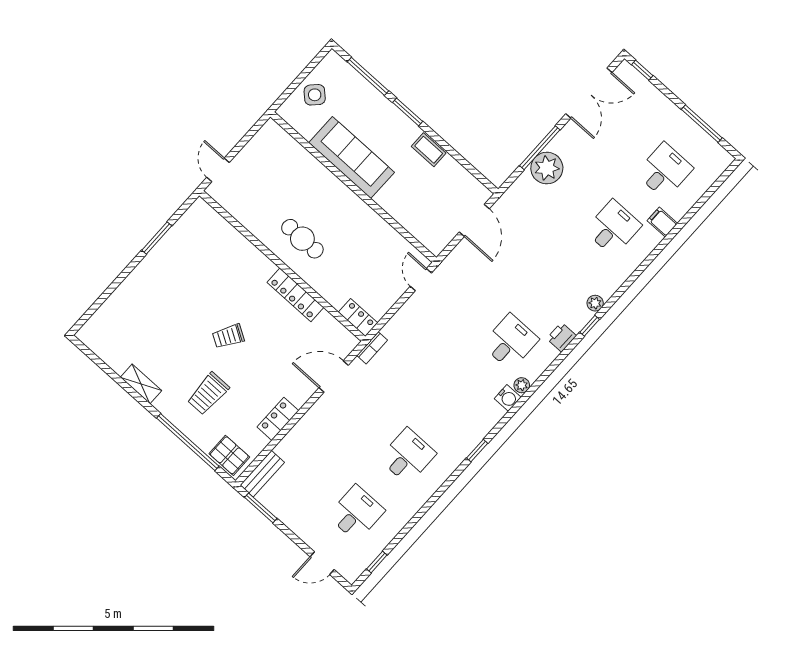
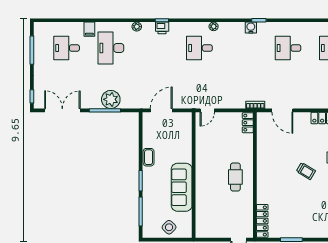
desk: (613, 228) -> (111, 48), width x1.37
locker: (295, 295) -> (262, 221), moved
plant: (595, 303) -> (137, 27), moved
printer: (561, 337) -> (162, 28), moved
water cooler: (508, 398) -> (251, 28), moved

